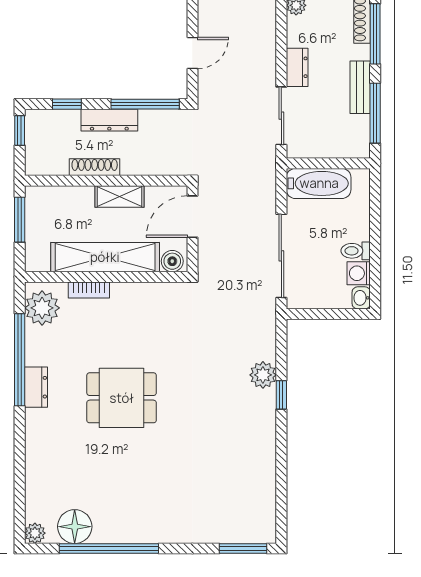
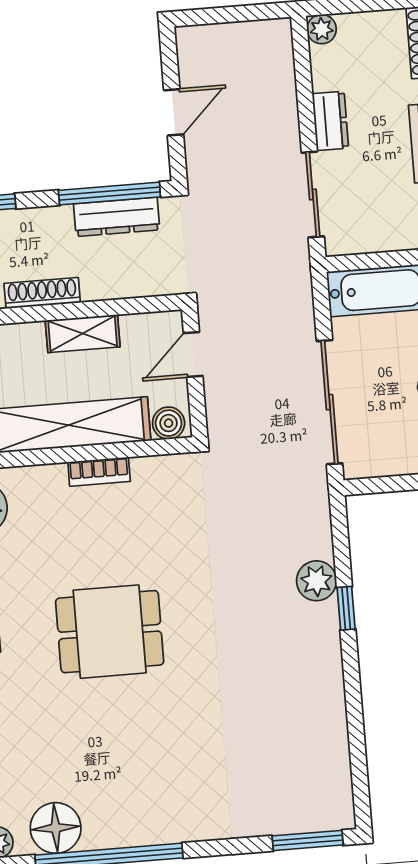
dresser: (109, 120) -> (117, 217), moved
door: (192, 217) -> (193, 355), width x0.73
bookcase: (89, 290) -> (99, 472), moved

